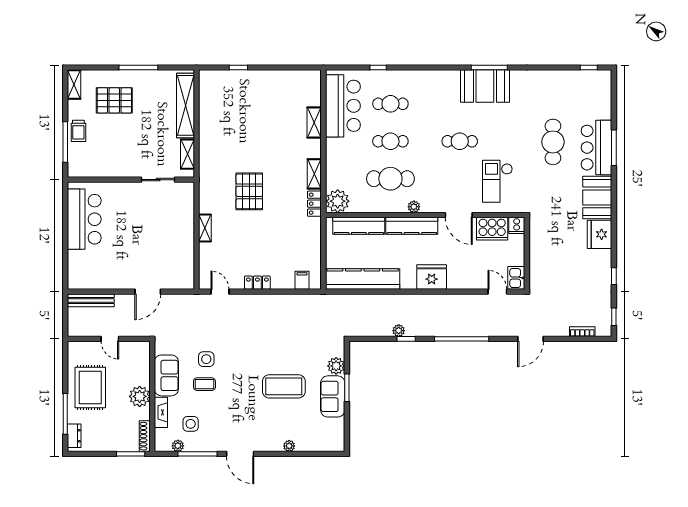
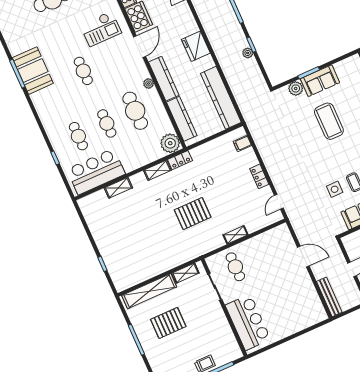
pallet: (114, 100) -> (168, 323), moved, turned 90
cafe table: (170, 212) -> (235, 267), added
bar counter: (84, 219) -> (248, 322), moved, turned 90

